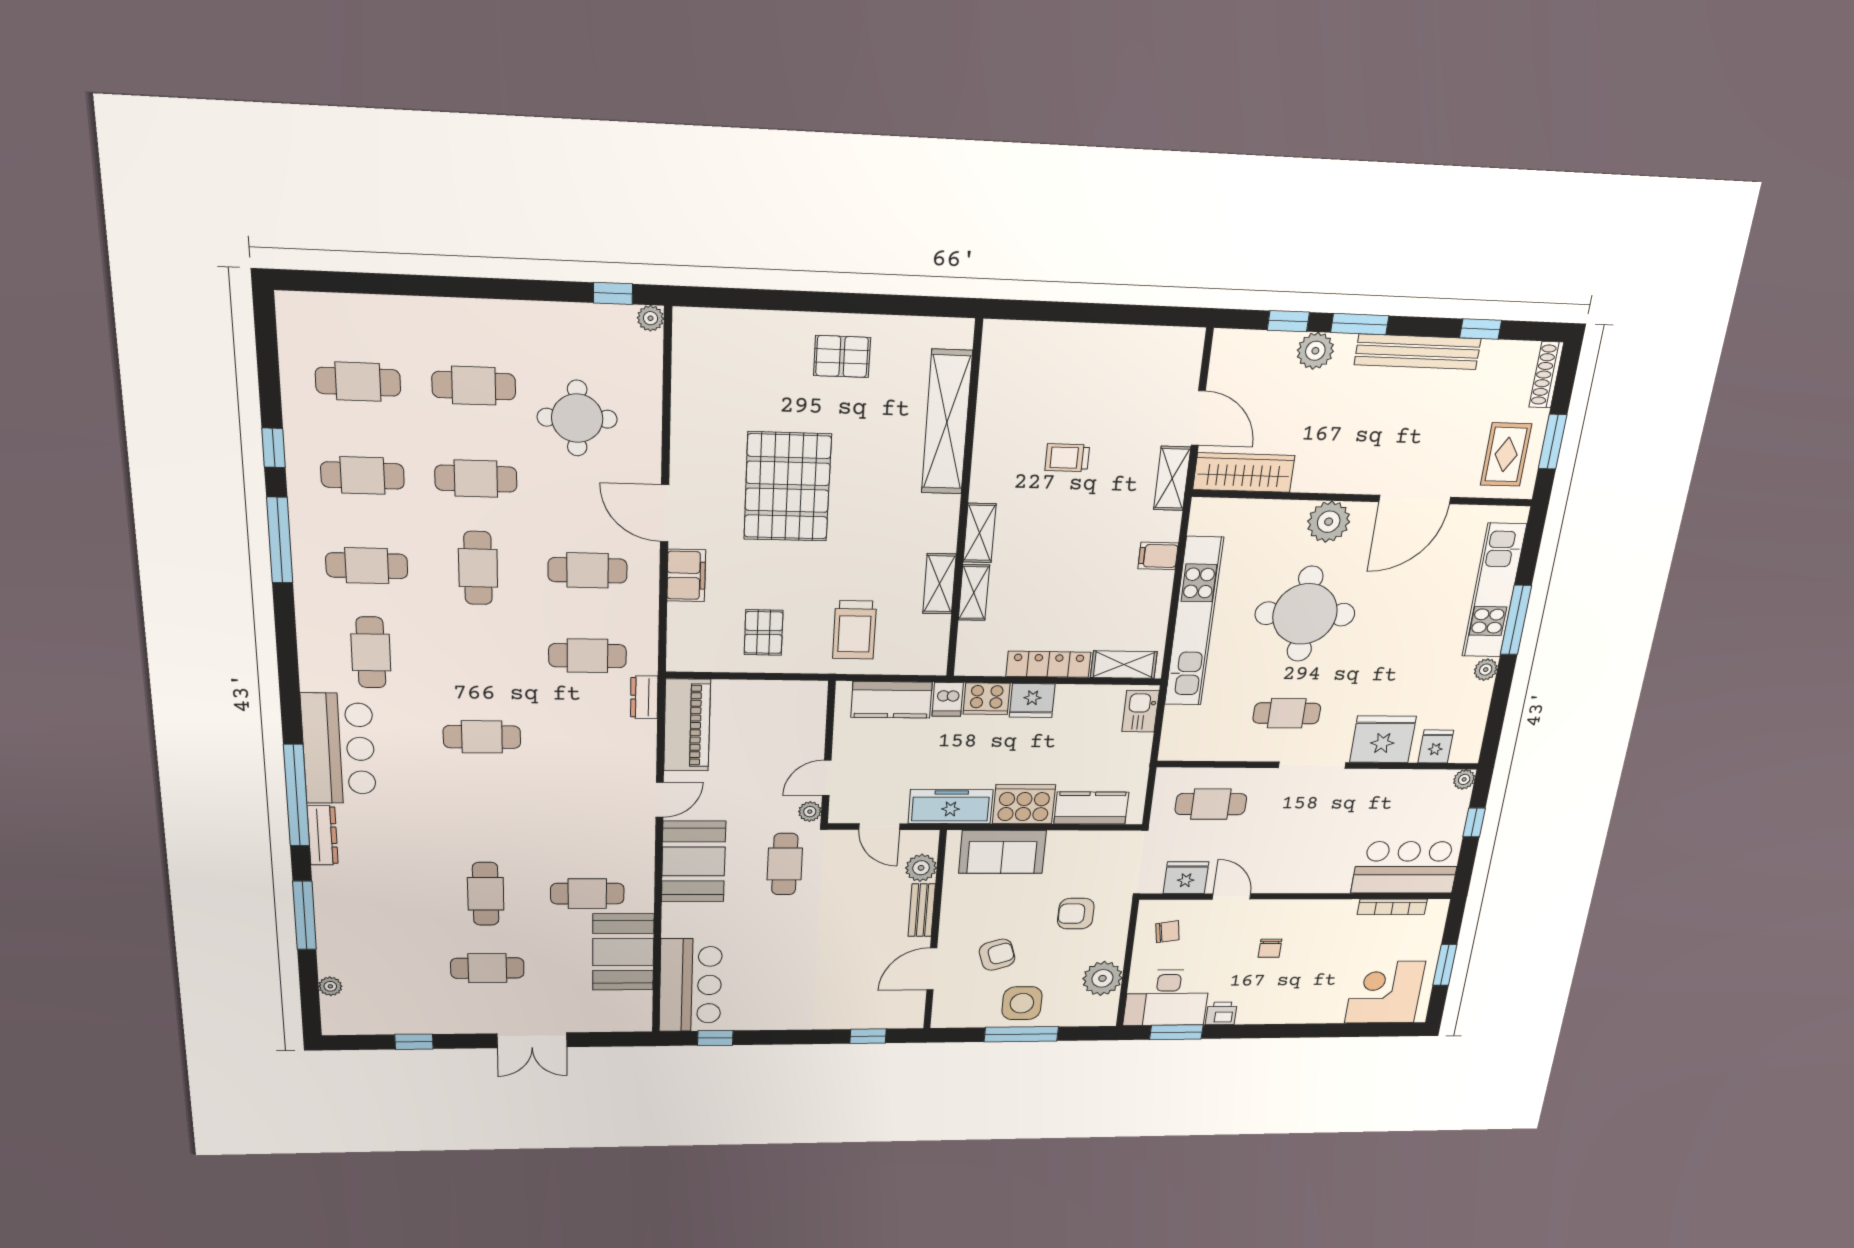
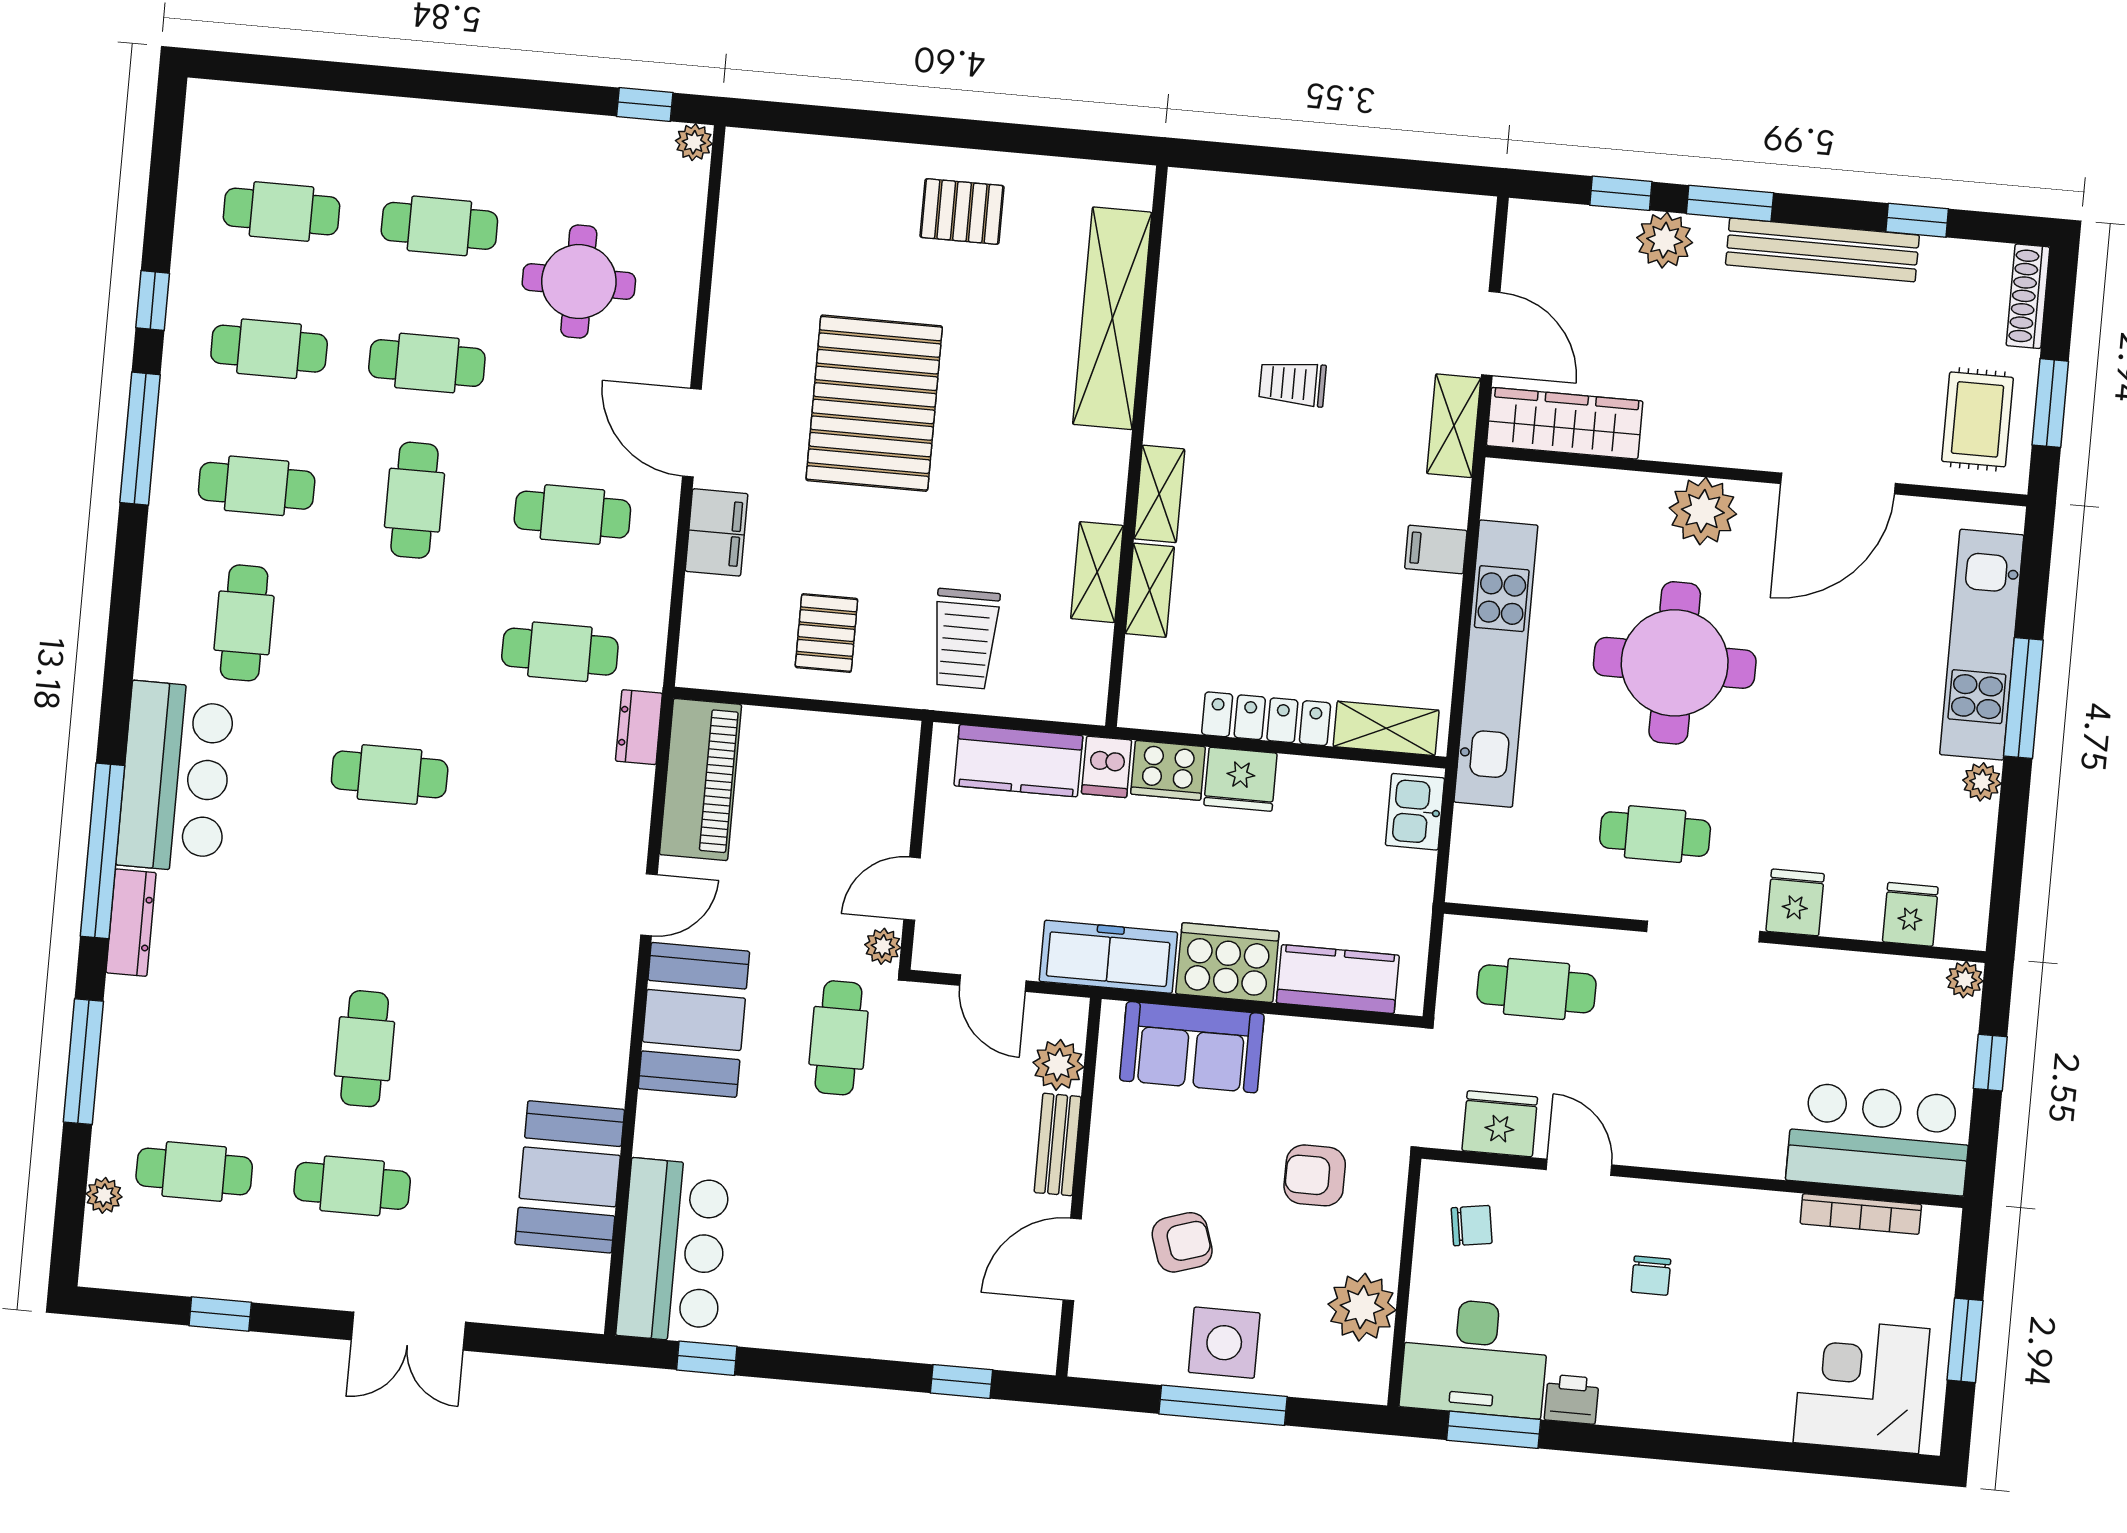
fridge: (1383, 739) -> (1795, 902), width x0.53, depth x0.75
cafe table: (587, 894) -> (194, 1171), moved

